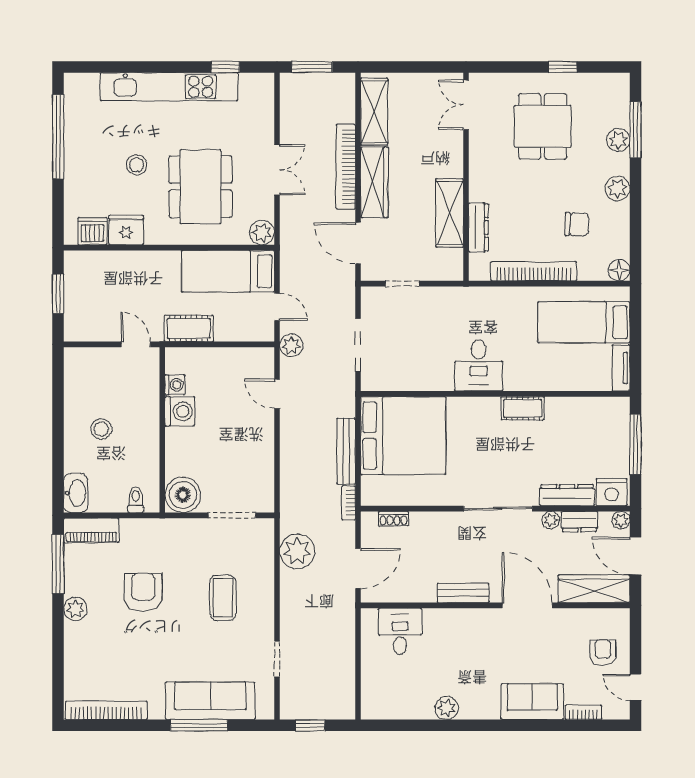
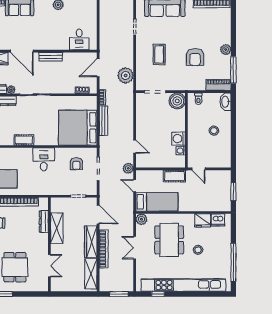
kitchen unit: (169, 87) -> (183, 285), width x1.36
double door: (466, 105) -> (49, 266), moved
armchair: (406, 356) -> (76, 164), added

